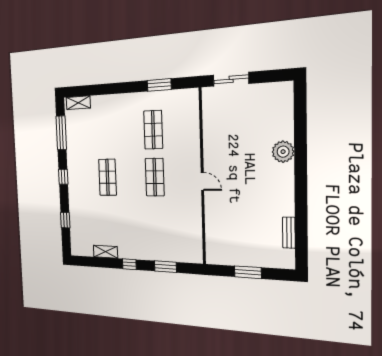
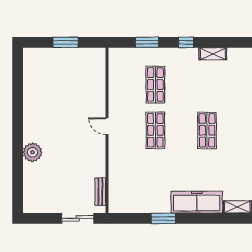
window: (159, 85) -> (163, 218), moved
freezer: (114, 105) -> (197, 202), added
shop shelf: (153, 130) -> (155, 84), moved
bench: (289, 233) -> (100, 192), moved

